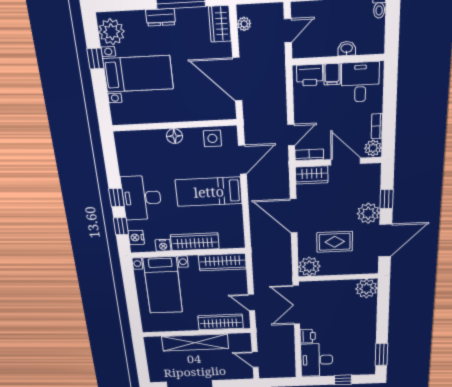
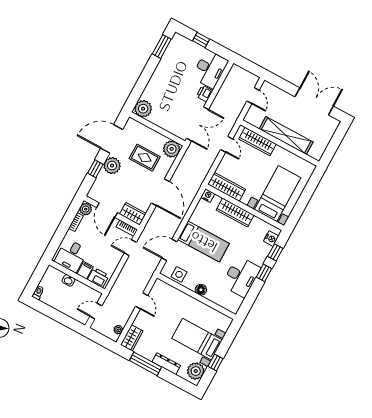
dresser: (161, 17) -> (166, 364), width x1.44
door: (237, 79) -> (142, 301), width x0.53
desk: (142, 198) -> (241, 277), moved
nightstand: (163, 245) -> (208, 196), moved

